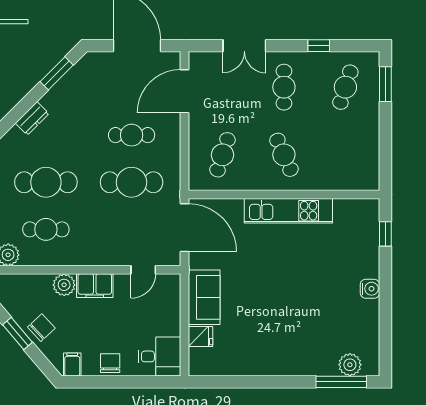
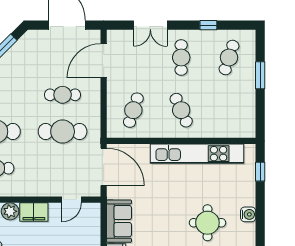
window: (385, 84) -> (260, 75), moved
kitchen unit: (288, 211) -> (197, 154), width x1.36
round table: (318, 299) -> (207, 223), added

